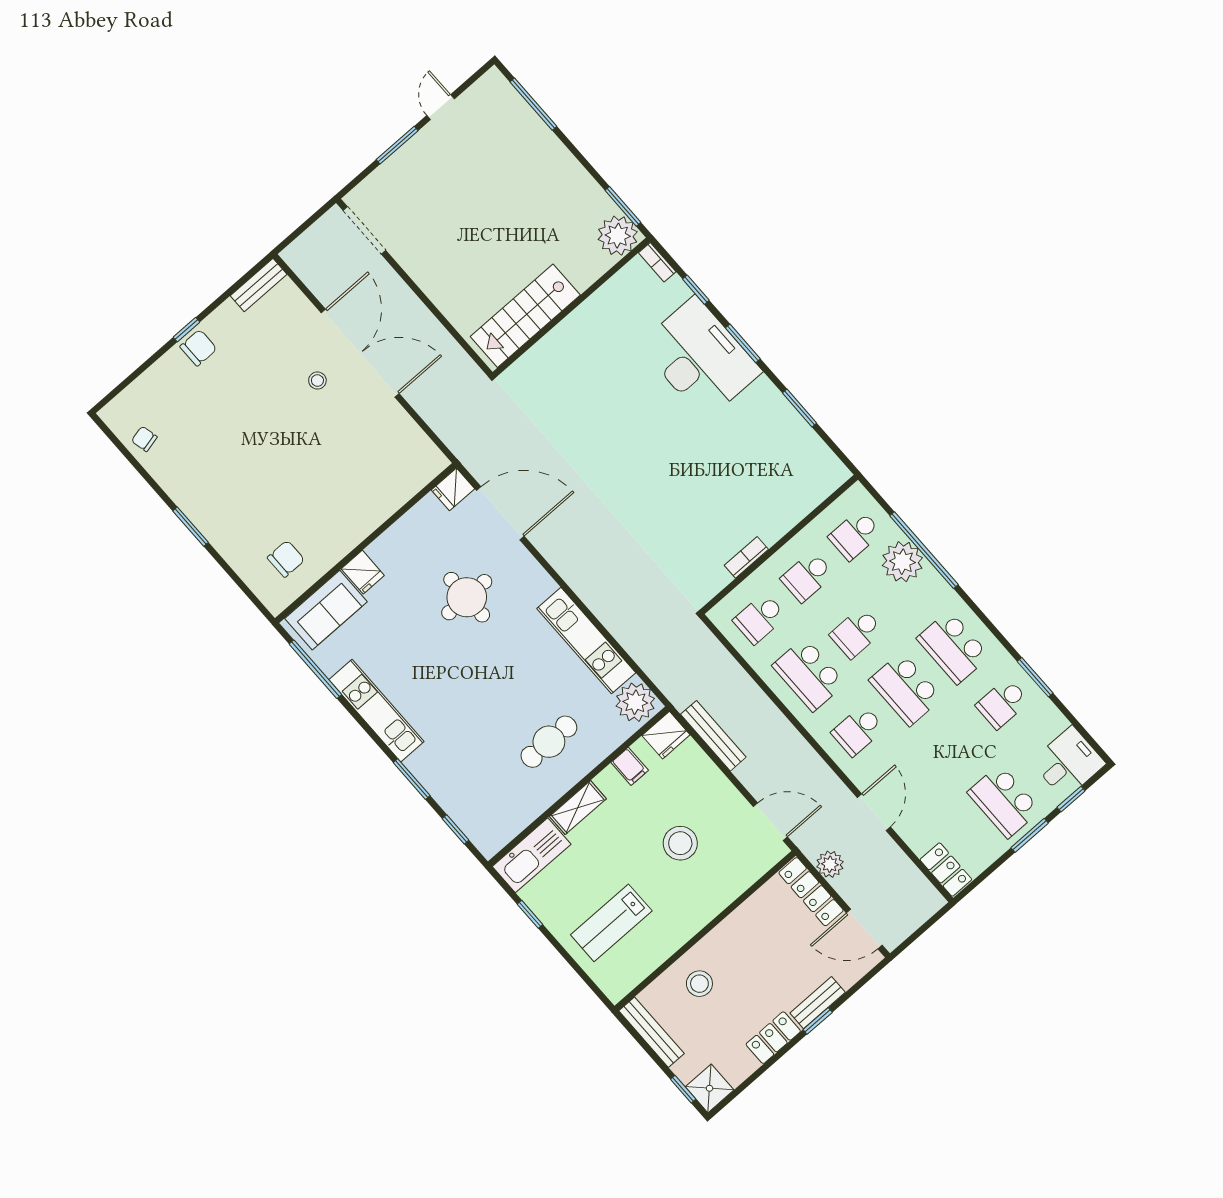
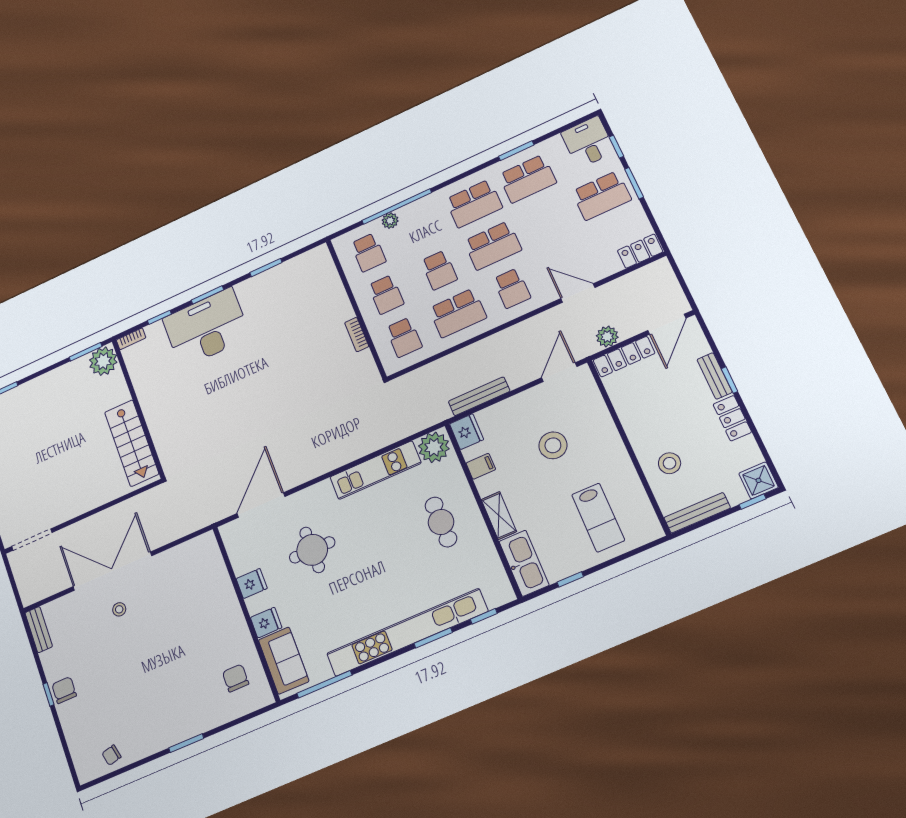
fridge: (453, 489) -> (252, 584), moved, turned -90
plant: (902, 562) -> (390, 221), width x0.53, depth x0.53
school desk: (1002, 703) -> (527, 179), width x1.85
kitchen unit: (376, 711) -> (407, 632), width x1.86

